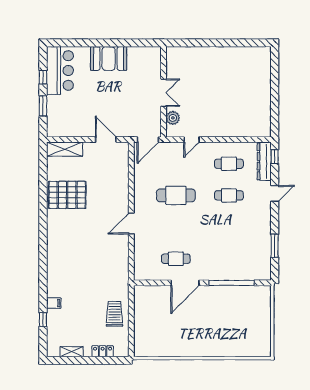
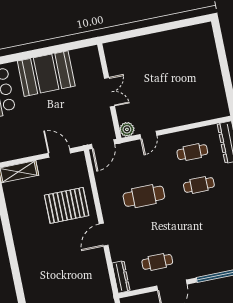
booth: (109, 58) -> (46, 74), width x1.36, depth x1.42
plant: (173, 118) -> (127, 129), moved
pallet: (67, 195) -> (67, 205), moved
dresser: (139, 266) -> (121, 277), added

